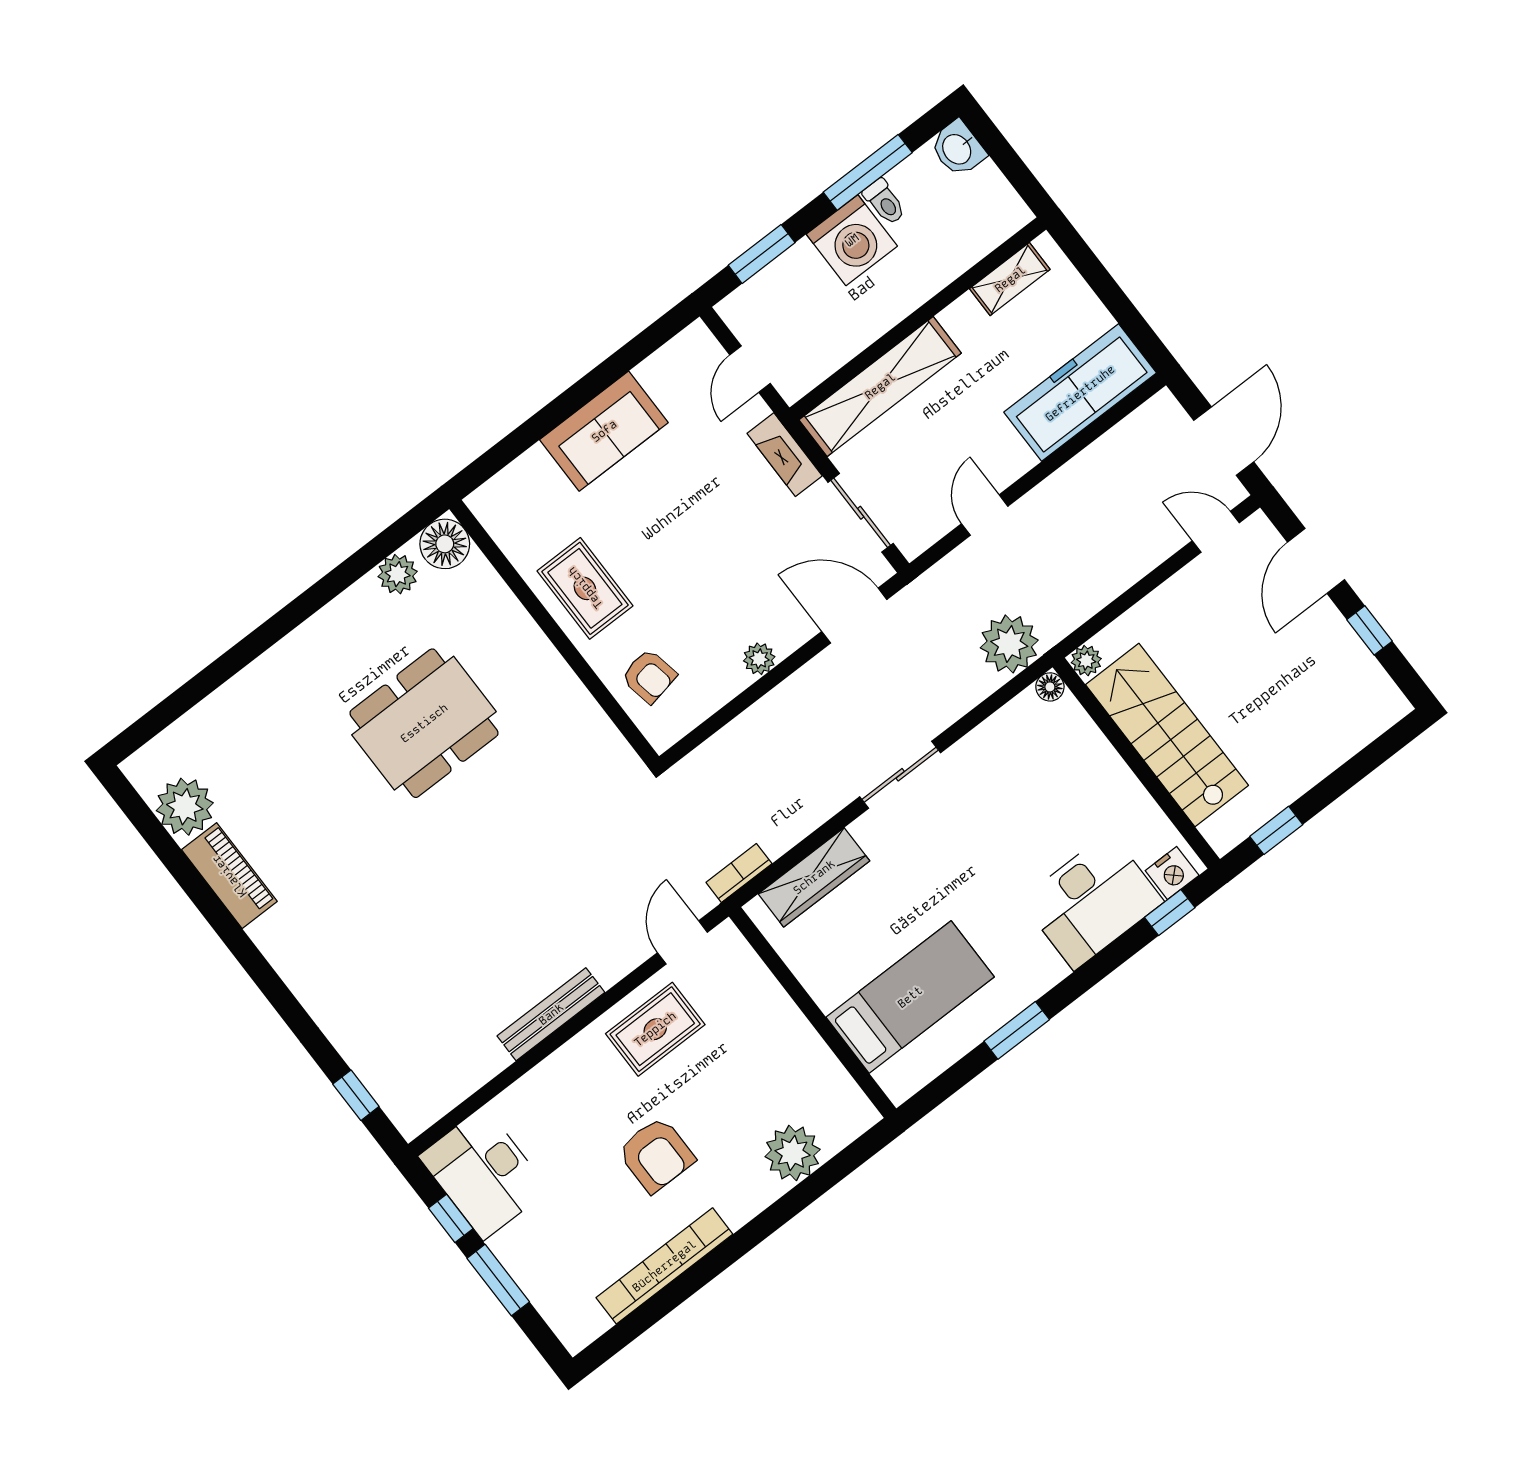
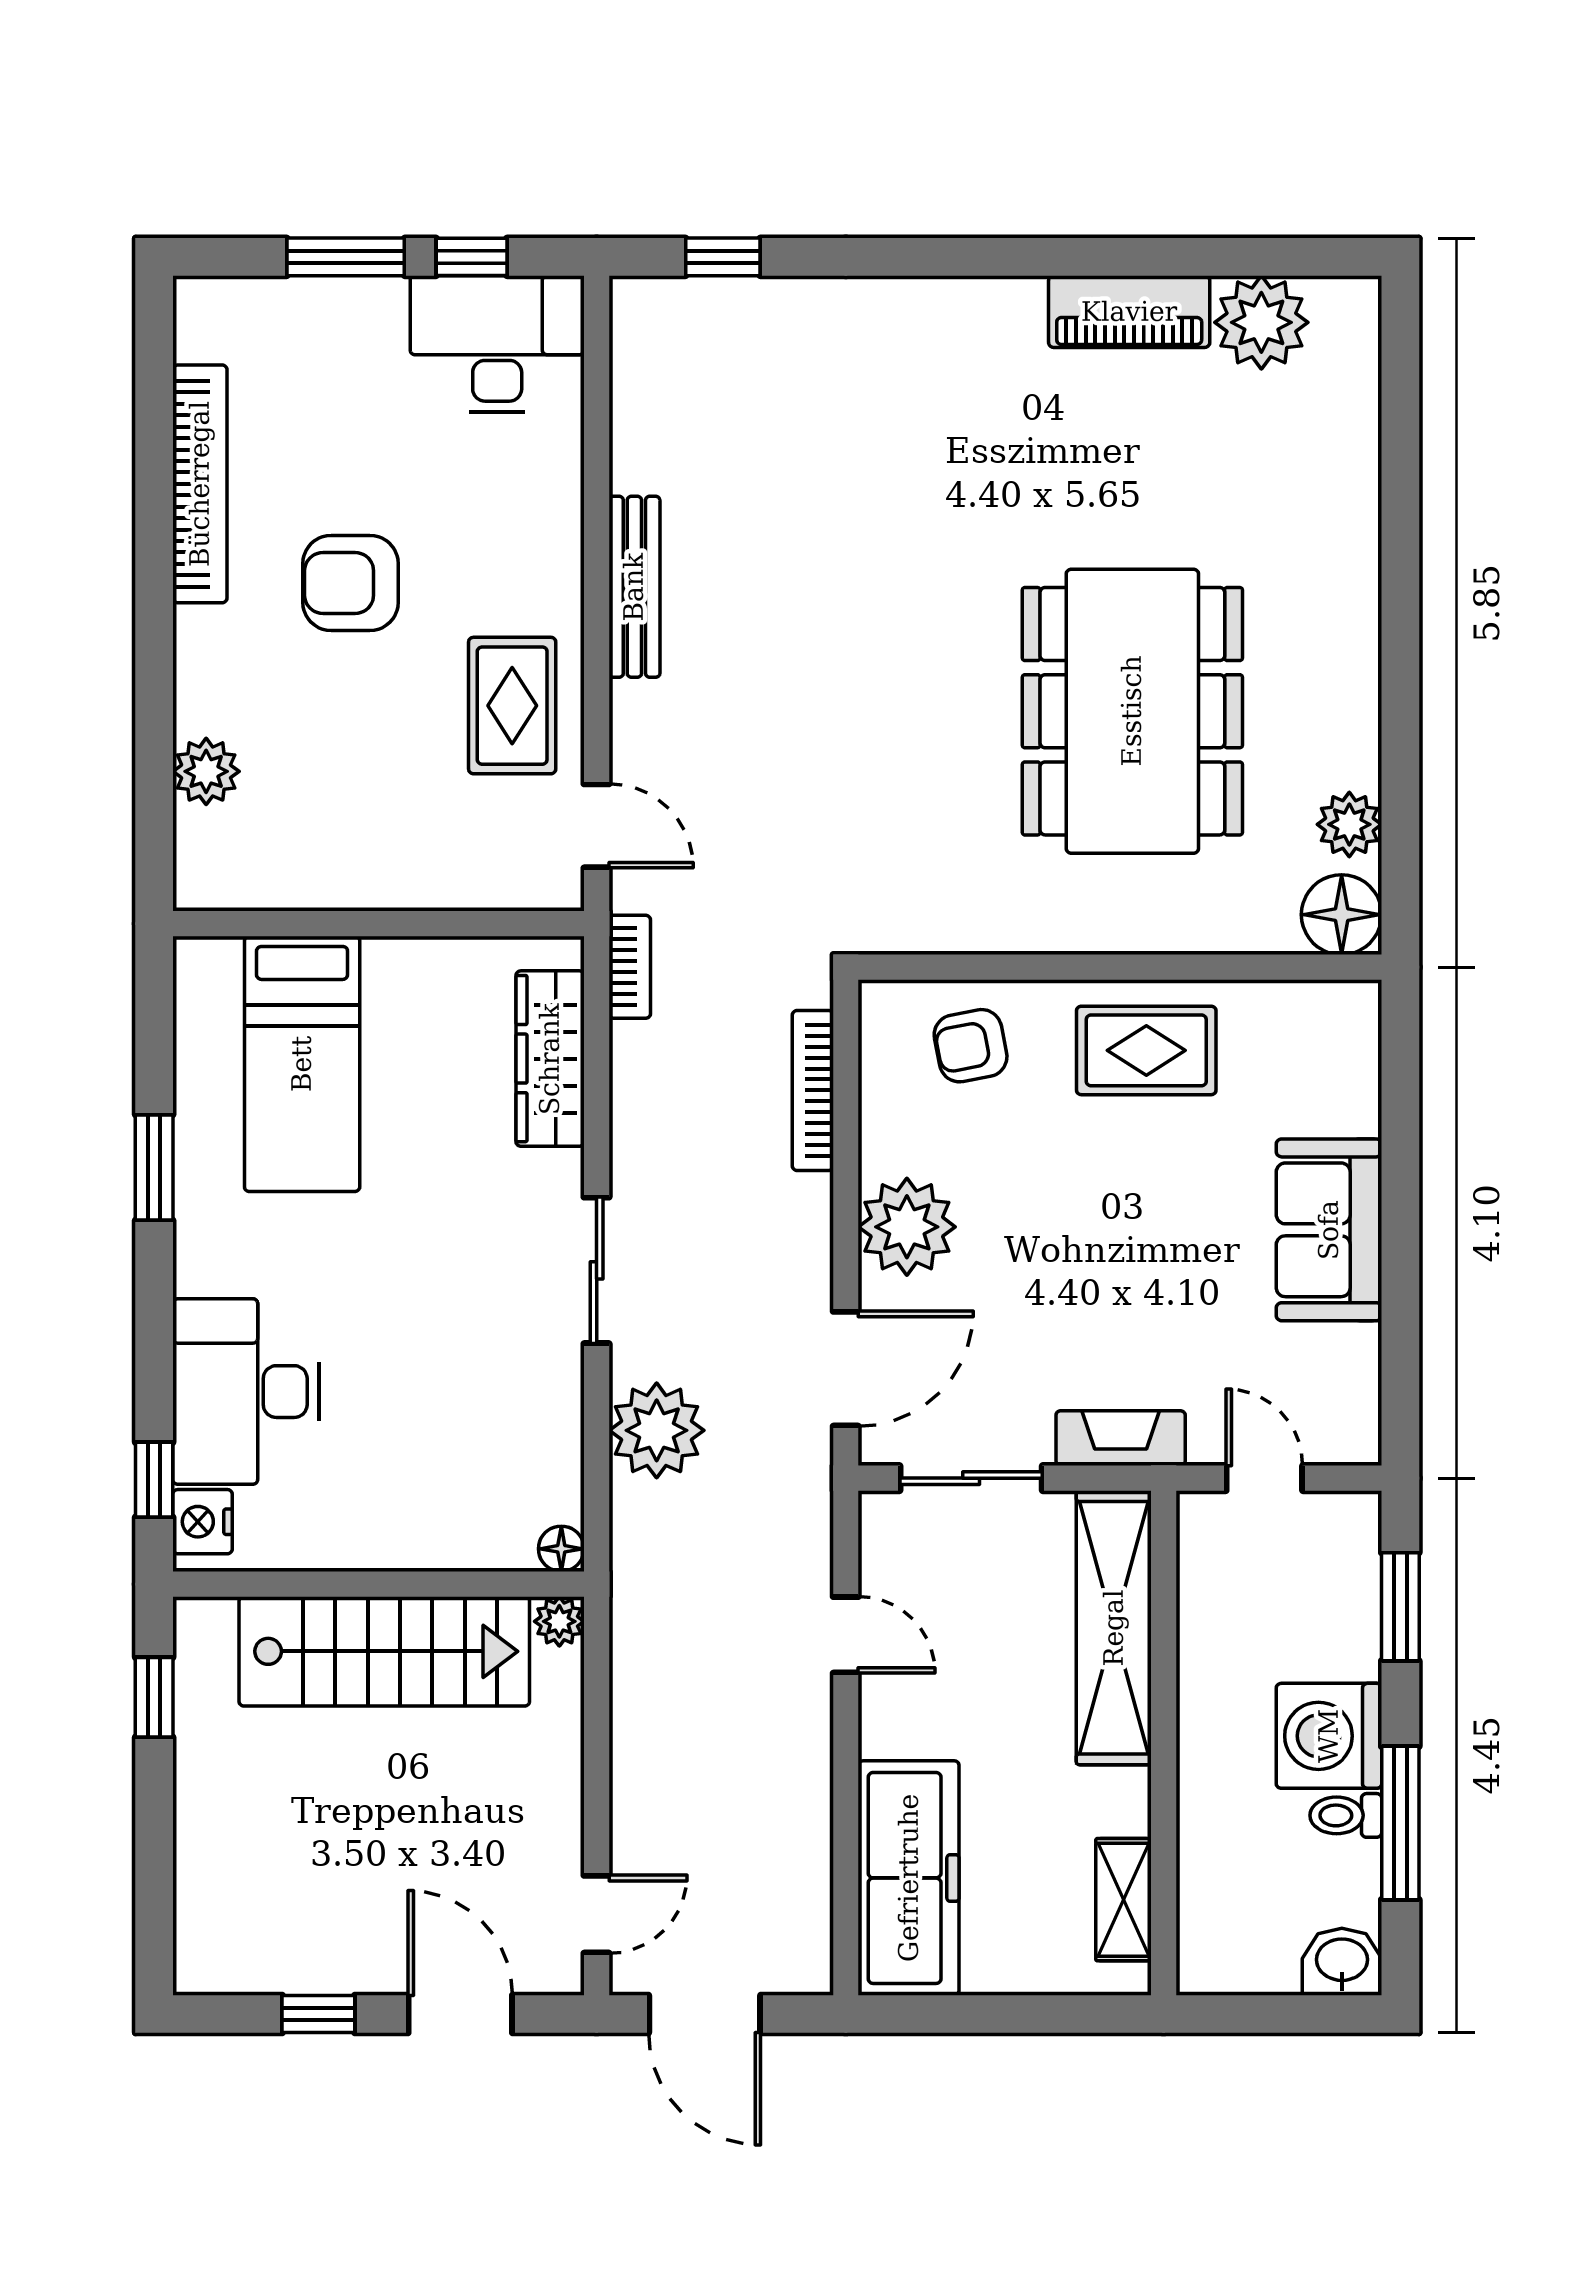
plant: (1009, 644) -> (657, 1430), moved
plant: (759, 659) -> (907, 1227), width x1.88, depth x1.88
dining table: (424, 723) -> (1132, 711), width x1.36, depth x1.24
bookcase: (730, 737) -> (813, 1090), added
plant: (793, 1153) -> (206, 771), width x0.73, depth x0.73

